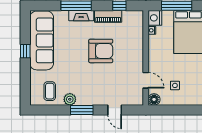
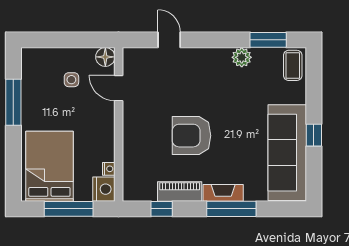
coffee table: (50, 91) -> (293, 65), moved
window: (82, 110) -> (268, 40), moved

